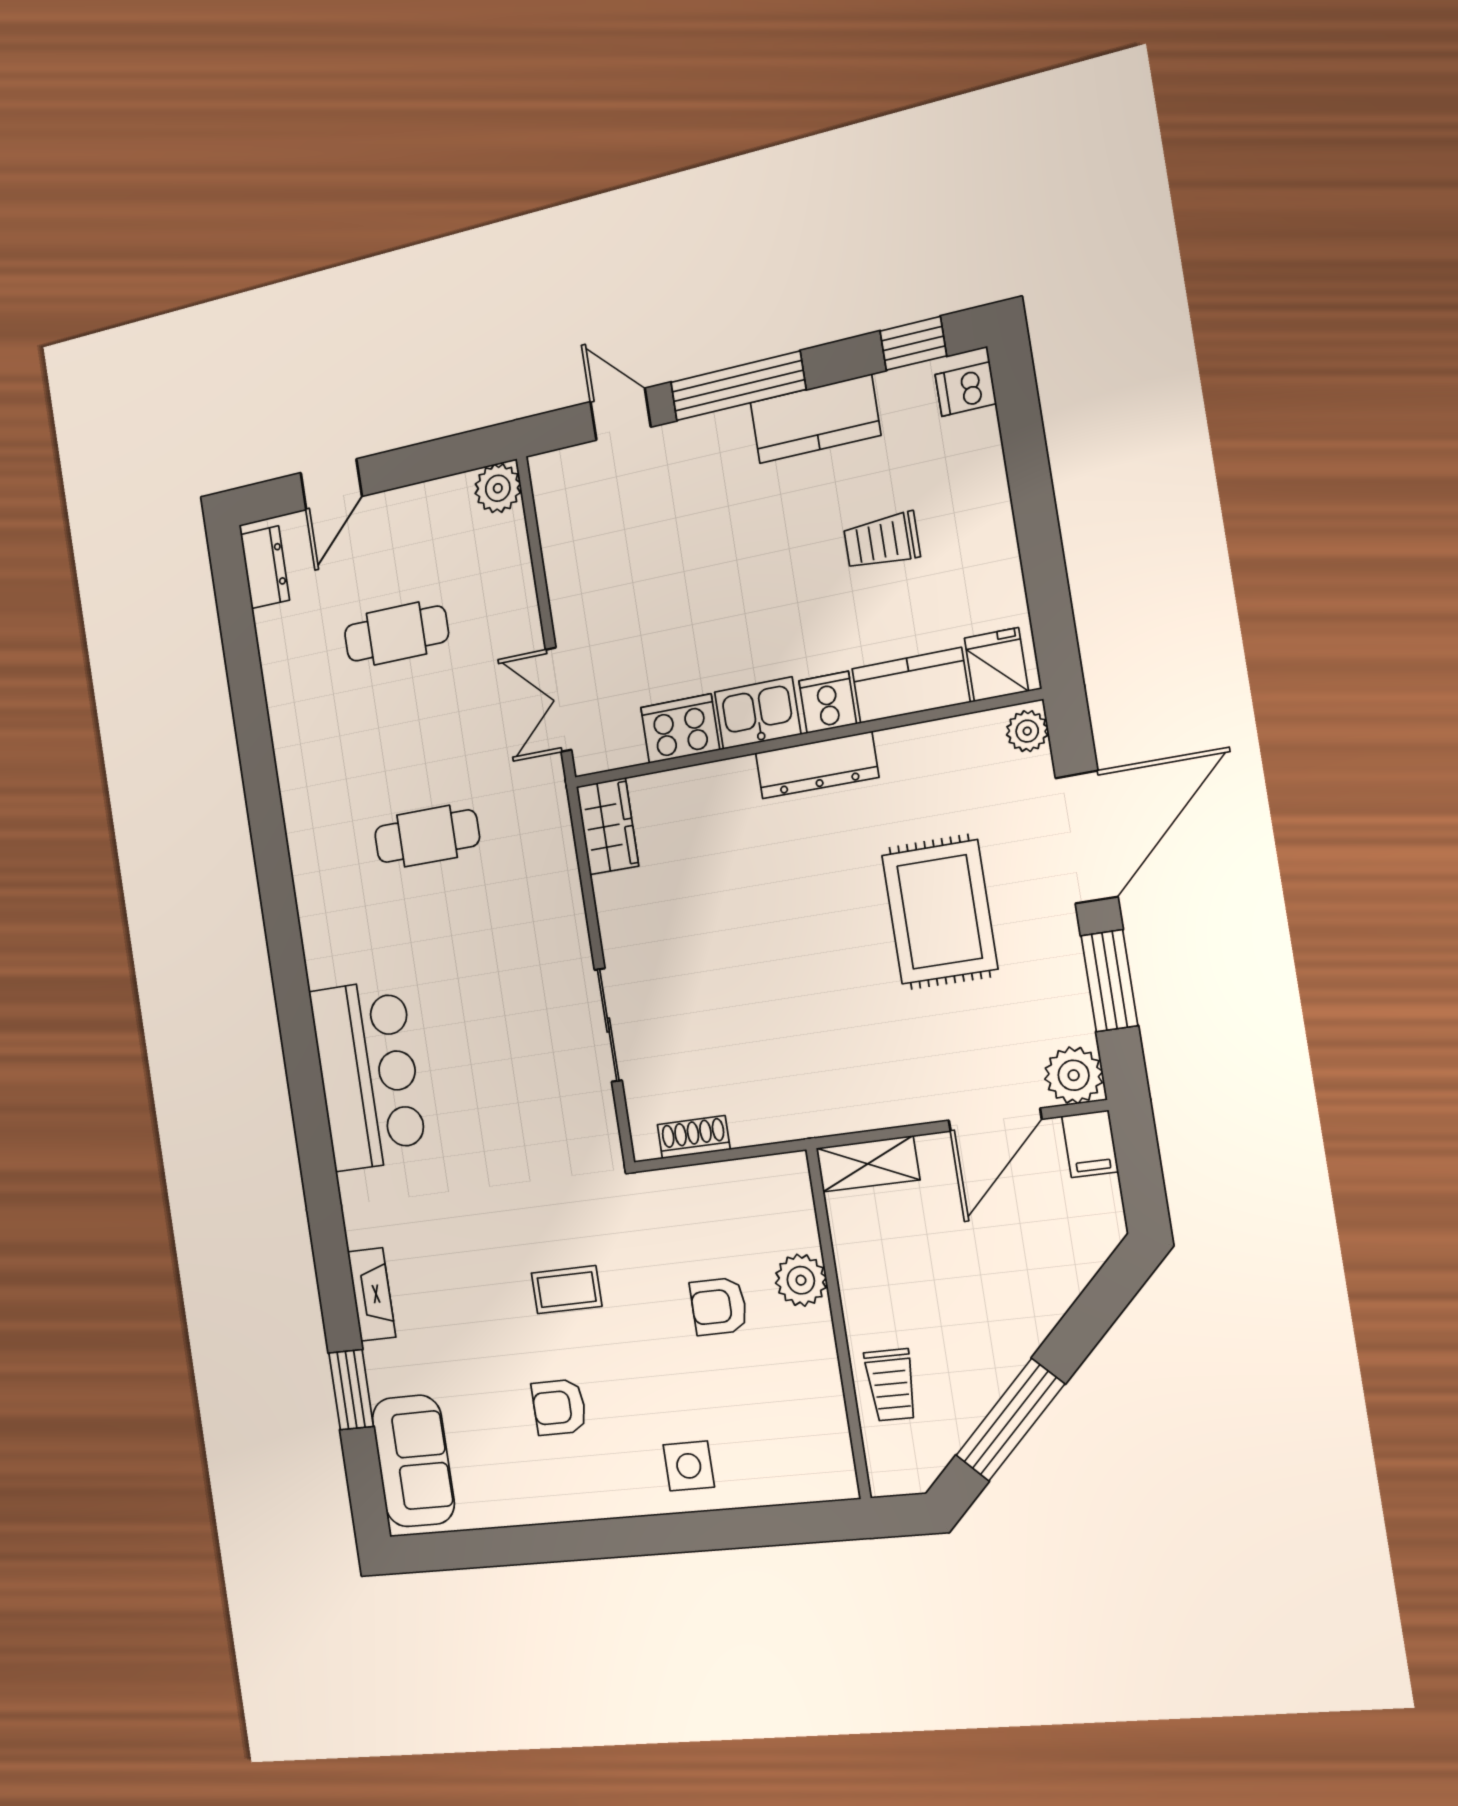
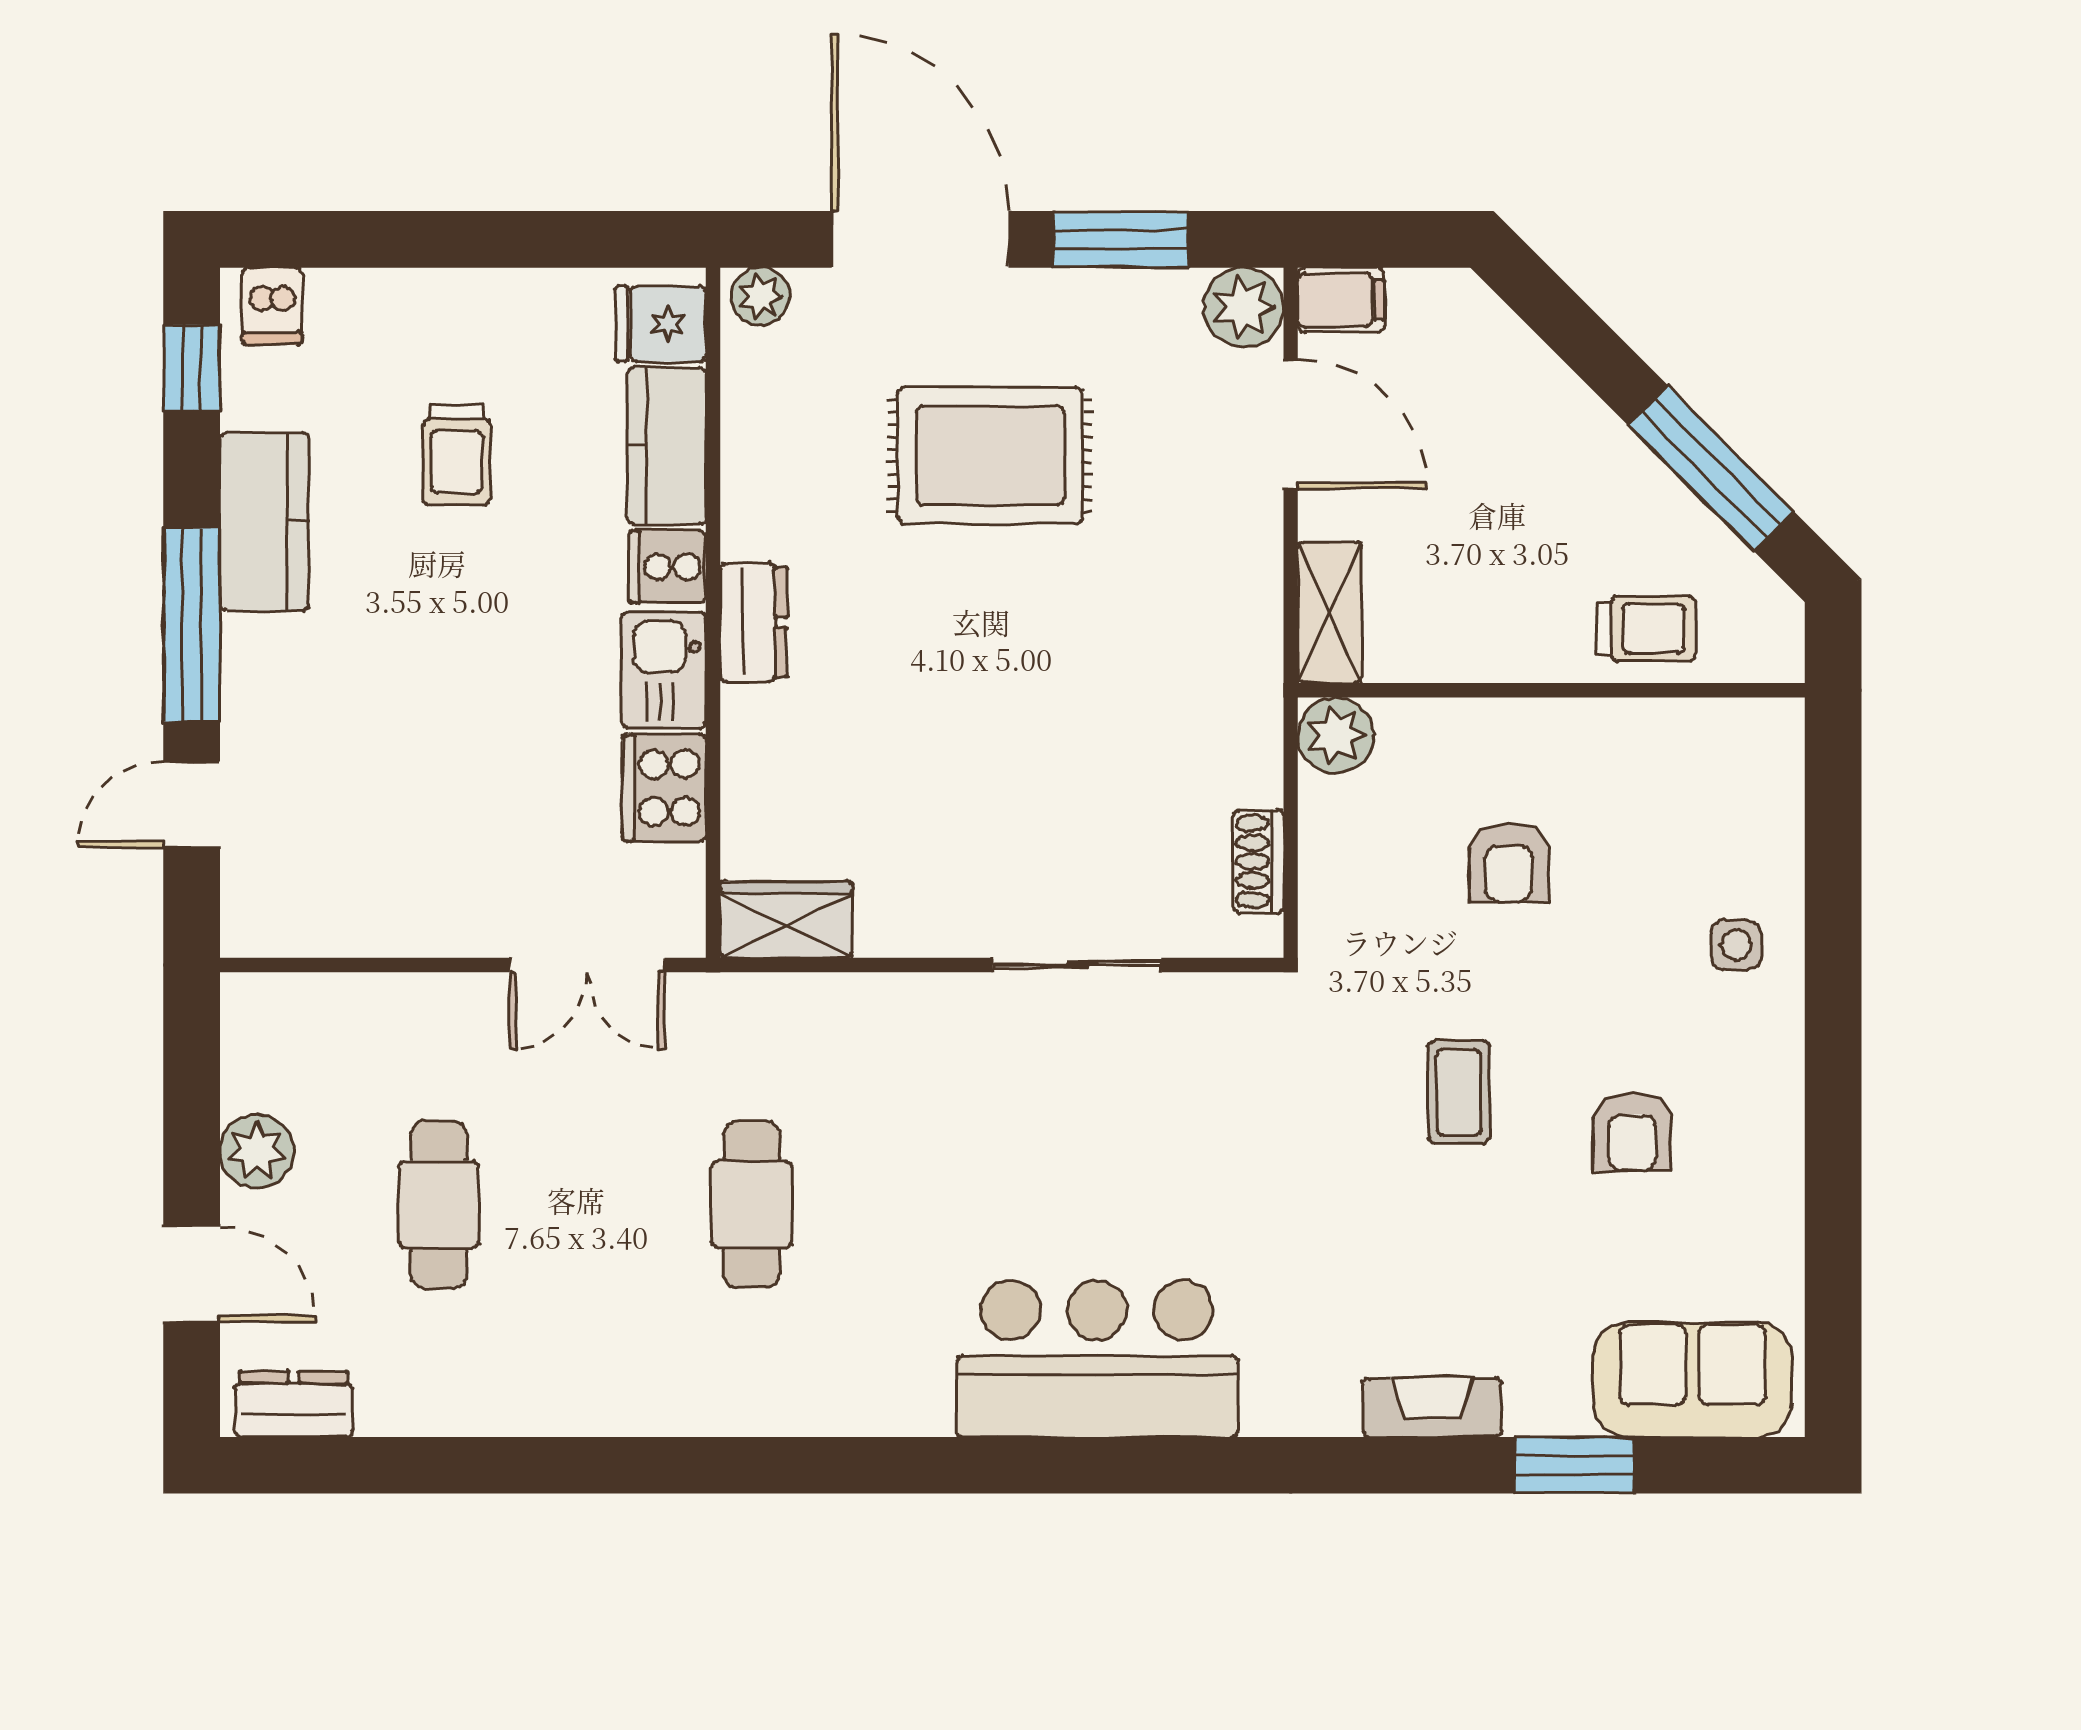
plant: (498, 488) -> (257, 1151), moved
dresser: (817, 765) -> (754, 622), width x0.70
plant: (801, 1280) -> (1336, 735), moved
side table: (689, 1466) -> (1736, 945), width x0.73, depth x0.73

